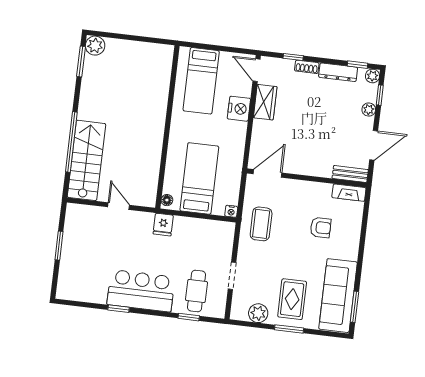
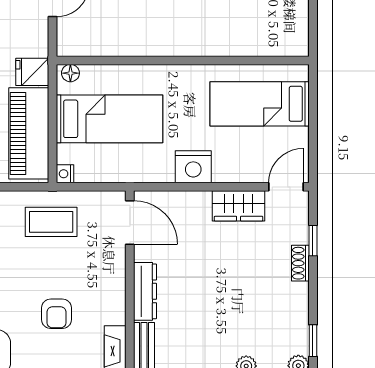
dresser: (338, 72) -> (145, 291), moved, turned 180
nightstand: (239, 109) -> (193, 167), moved
piano: (202, 232) -> (29, 133), added

